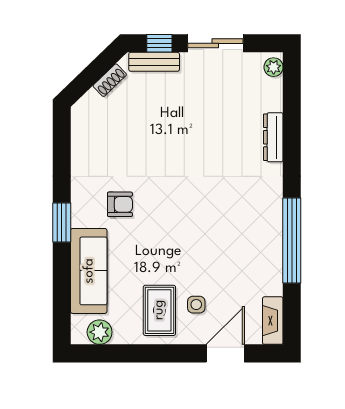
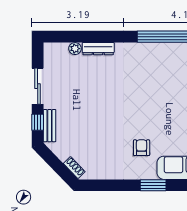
plant: (274, 67) -> (75, 49), moved
shoe rack: (110, 80) -> (74, 168), moved

